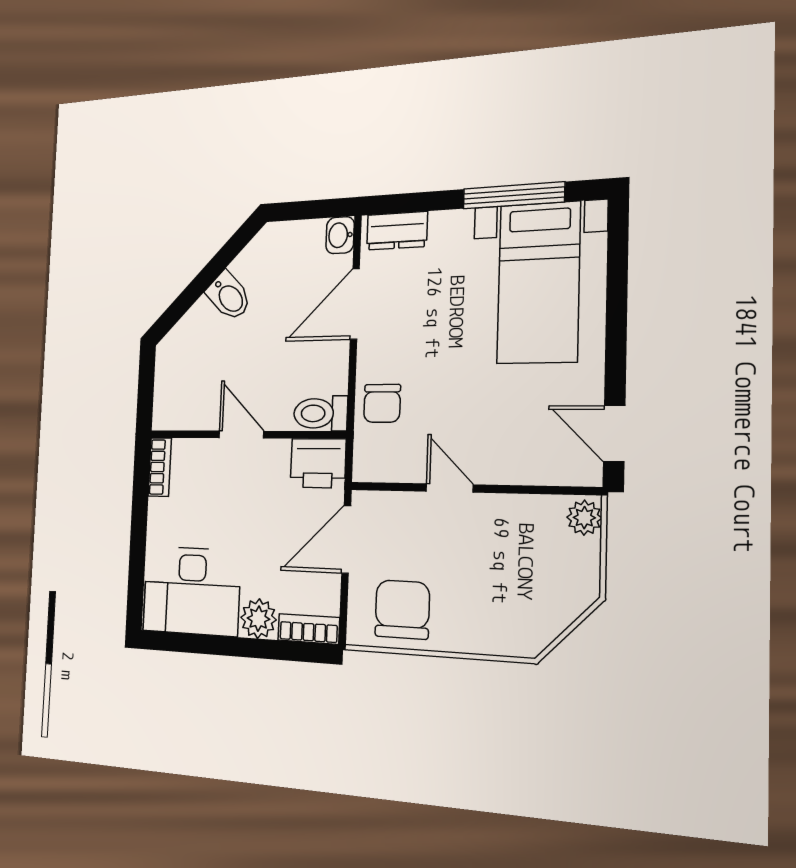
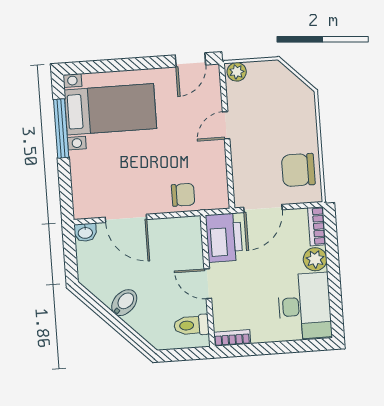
dresser: (397, 231) -> (82, 196), removed
toilet: (320, 413) -> (191, 325), moved, turned 90
door: (241, 435) -> (208, 284), hinge flipped
printer: (318, 463) -> (224, 238), width x1.37, depth x1.19
door: (450, 488) -> (226, 125), moved
door: (346, 539) -> (263, 209), hinge flipped

